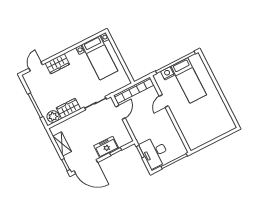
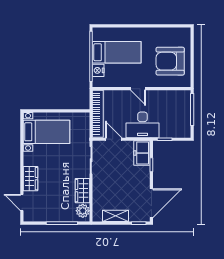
door: (164, 101) -> (138, 89), moved
armchair: (203, 125) -> (170, 61), added
freezer: (106, 147) -> (142, 153), moved
desk: (155, 152) -> (142, 125), moved

